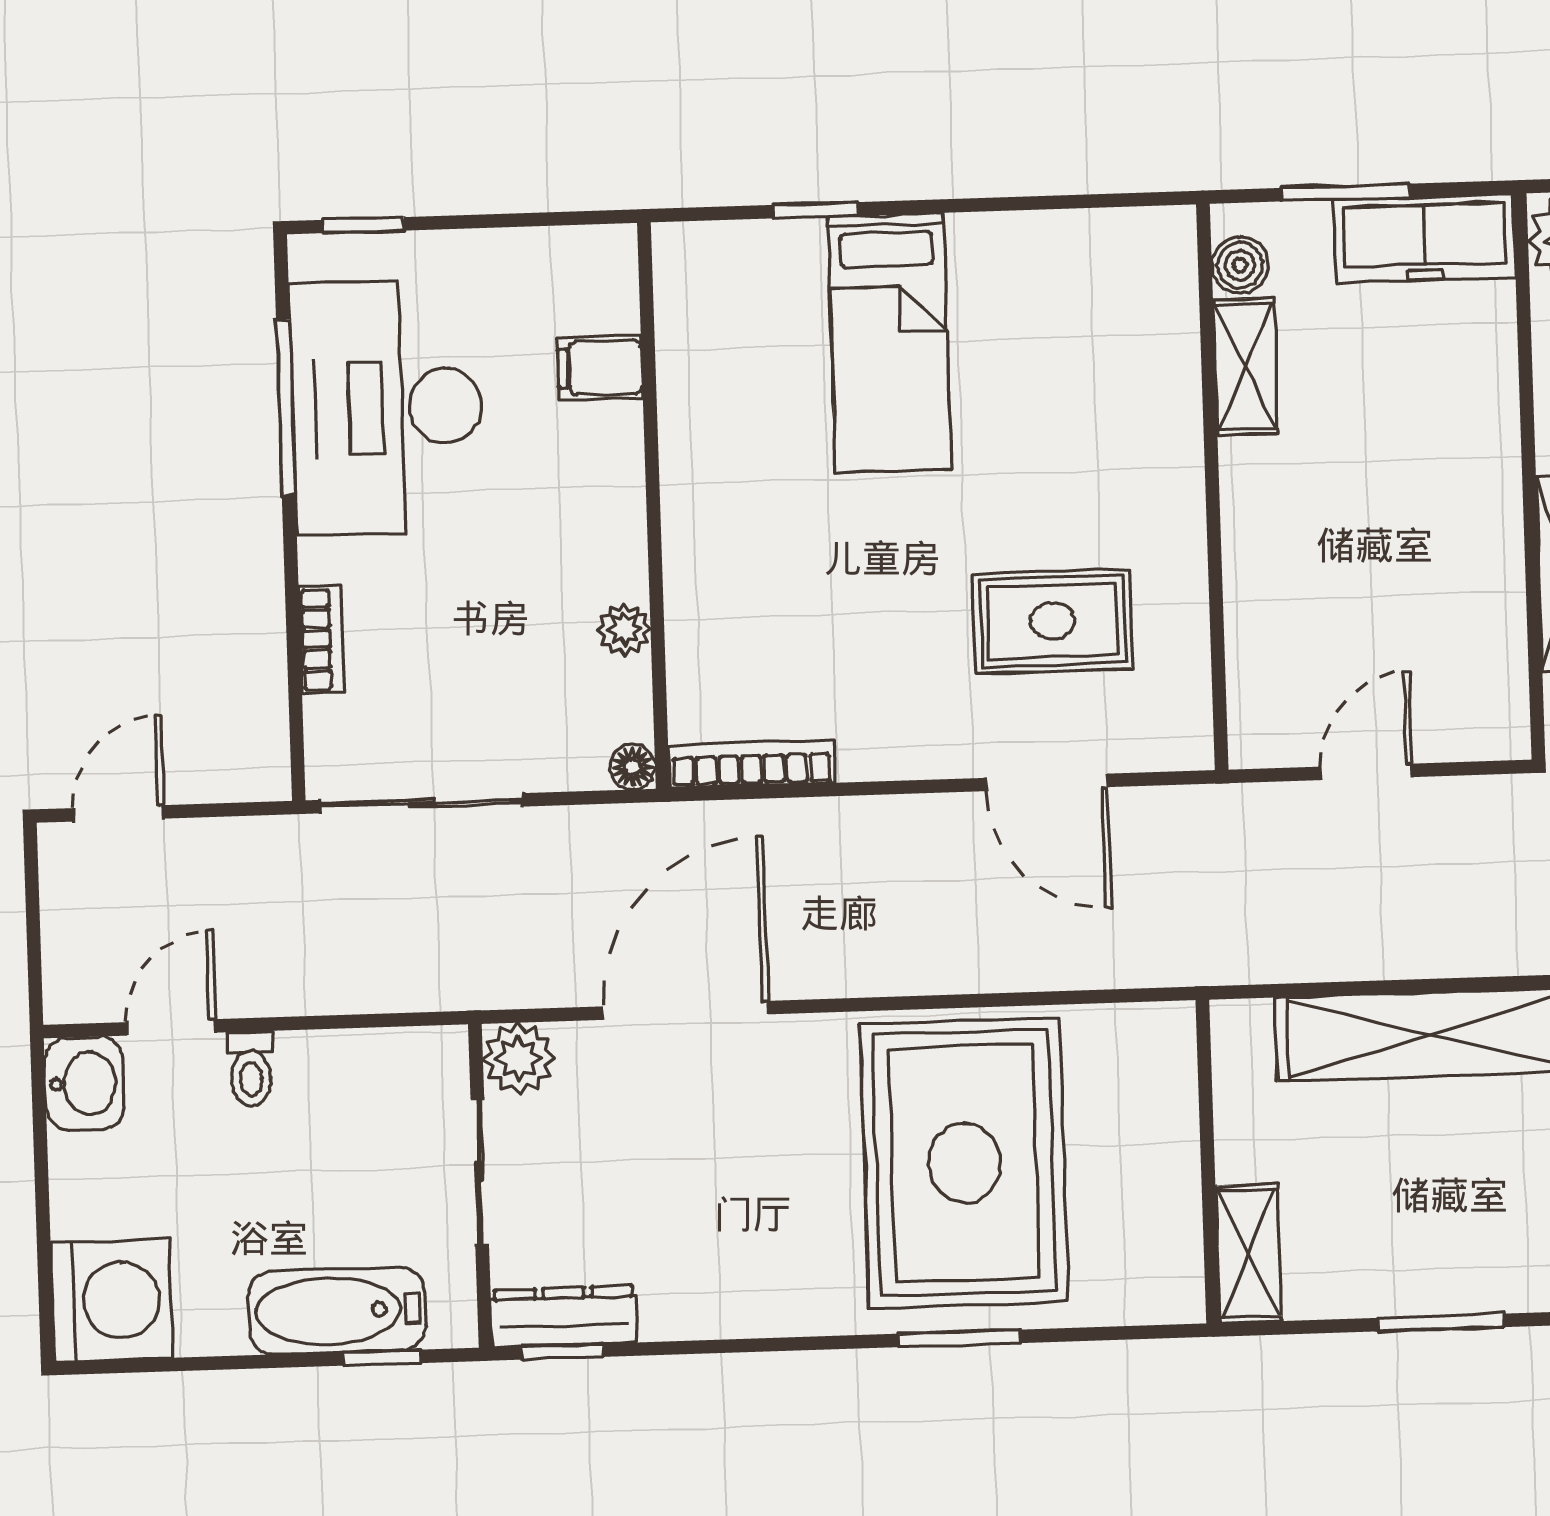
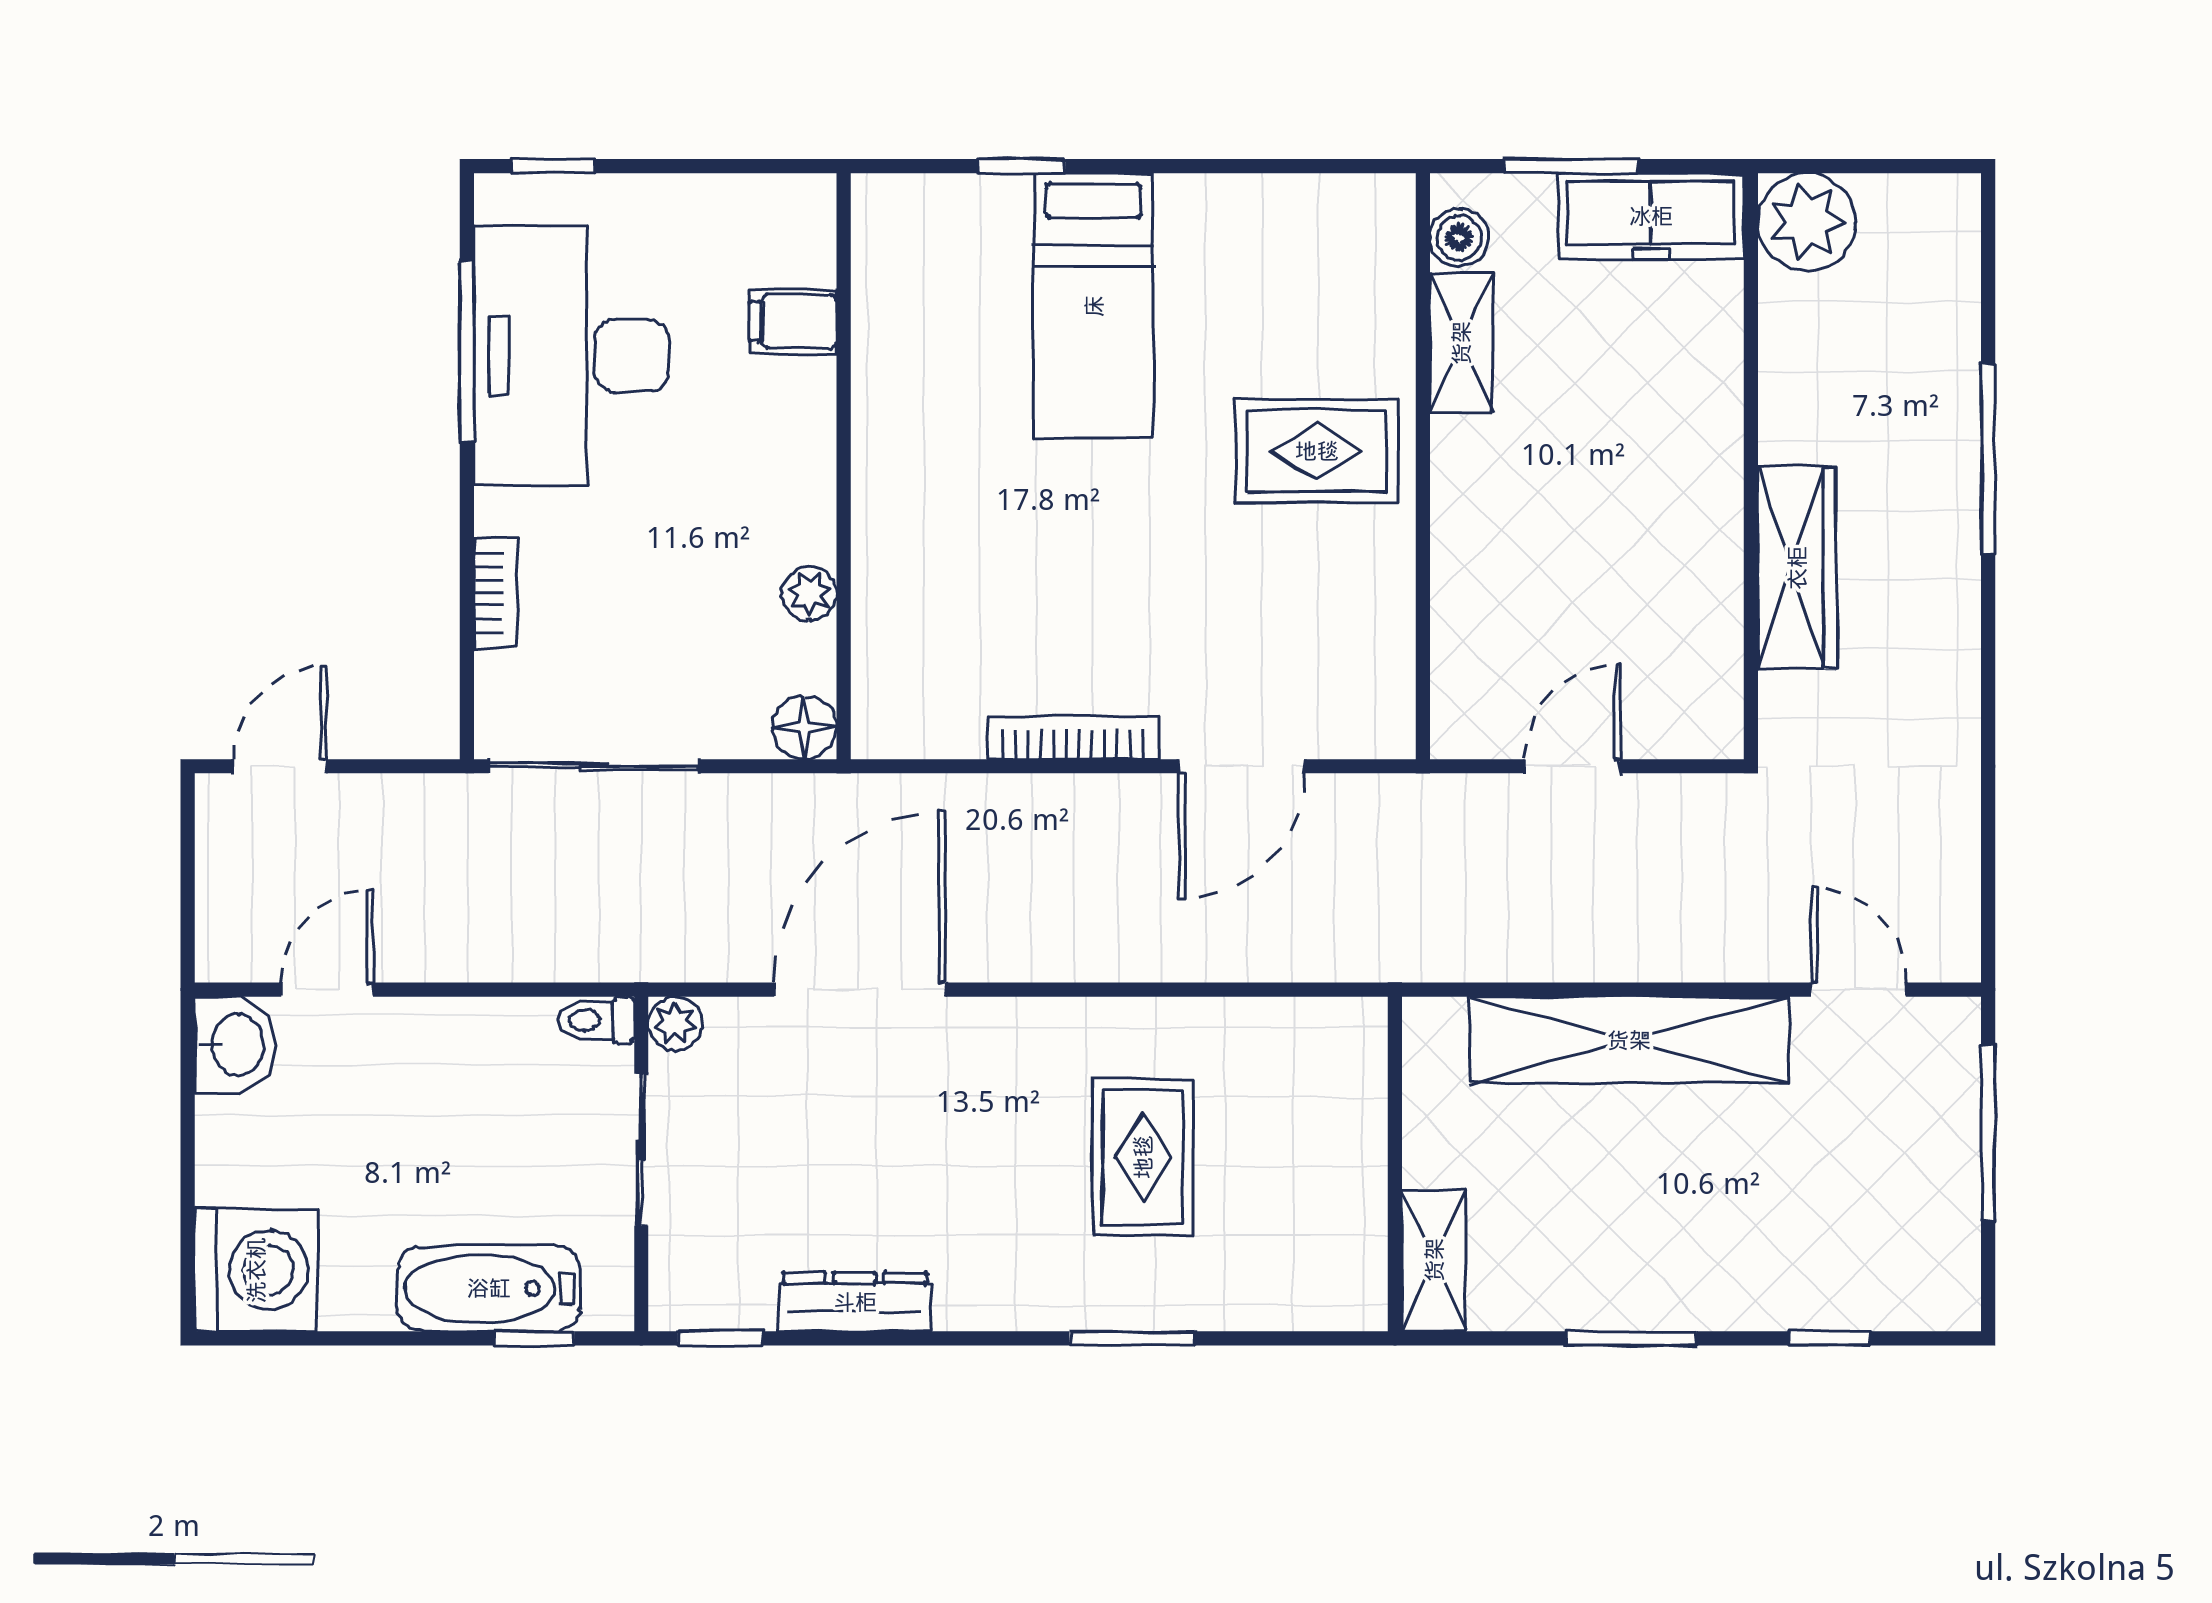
rug: (1052, 621) -> (1317, 451), moved
bookcase: (751, 764) -> (1073, 737), moved
floor lamp: (633, 767) -> (805, 727), width x1.37, depth x1.37
door: (1047, 782) -> (1241, 766), hinge flipped
plant: (519, 1058) -> (675, 1023), width x0.73, depth x0.73
toilet: (251, 1069) -> (596, 1020), moved, turned 90
rug: (964, 1163) -> (1143, 1157), width x0.54, depth x0.49
dresser: (564, 1316) -> (855, 1302), moved

